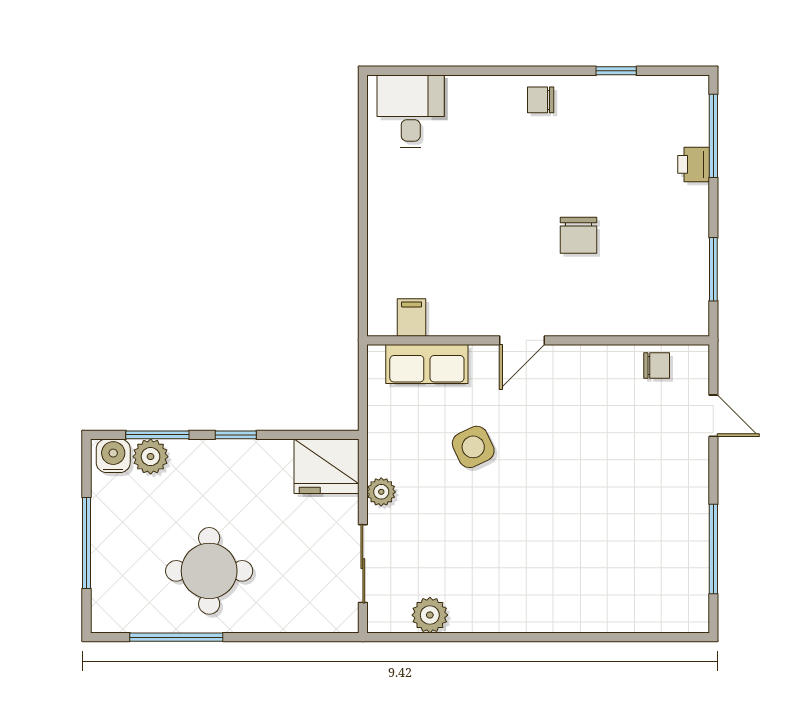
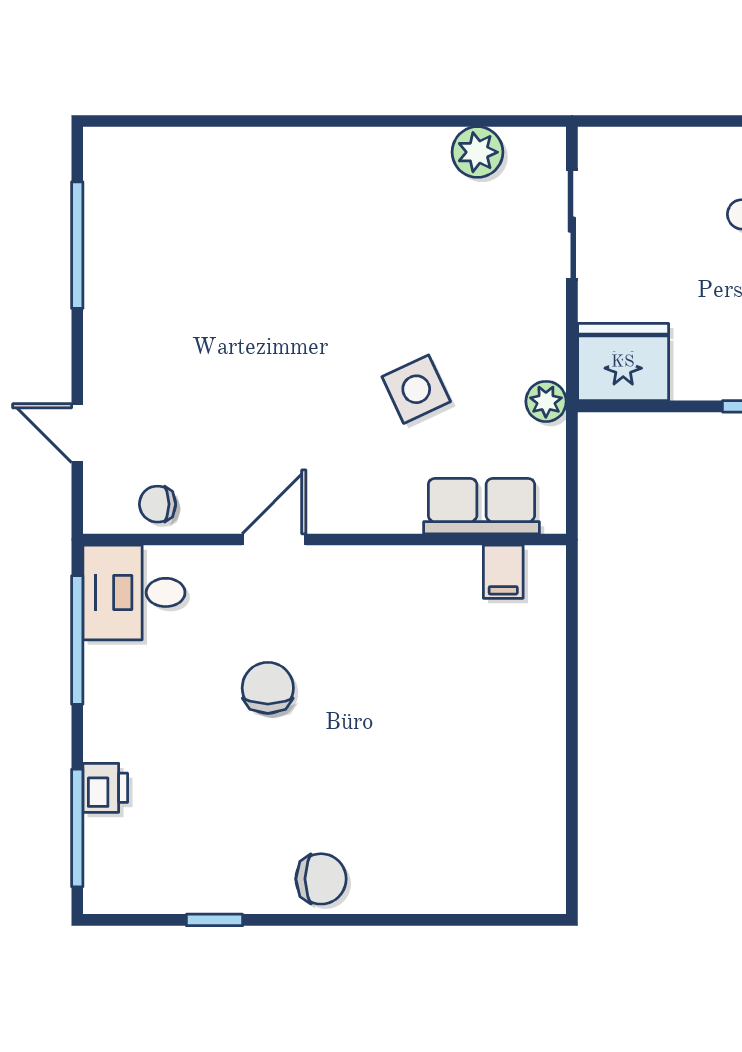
chair: (541, 100) -> (321, 879), width x1.37, depth x1.37
desk: (411, 111) -> (134, 592), moved, turned 90
window: (713, 269) -> (77, 640), width x1.44
door: (522, 340) -> (274, 539), moved
plant: (381, 492) -> (546, 401), moved

